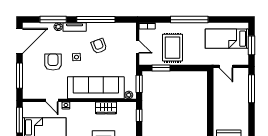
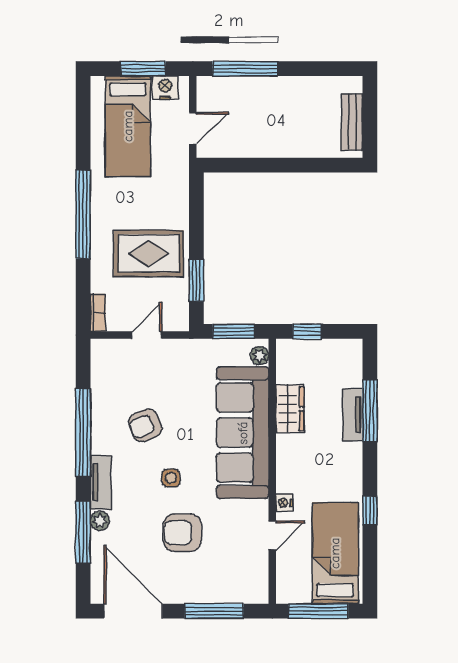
nightstand: (243, 55) -> (165, 88), added

